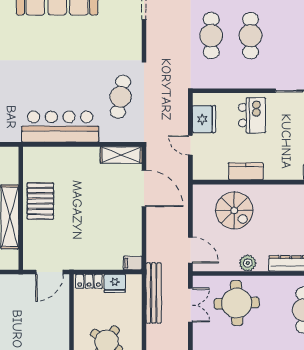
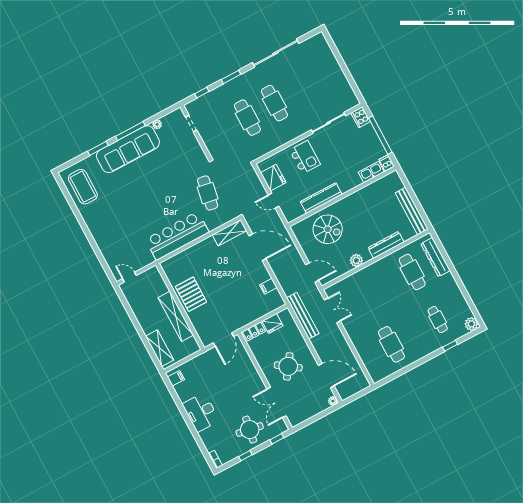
kitchen counter: (246, 171) -> (321, 198), width x1.50
filing cabinet: (133, 263) -> (268, 286), moved
round table: (237, 303) -> (363, 292), removed

